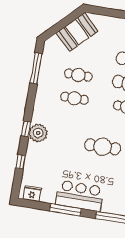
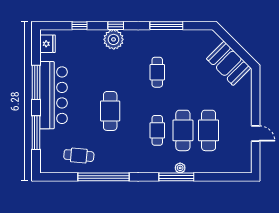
window: (36, 68) -> (166, 26), moved
cafe table: (78, 75) -> (183, 72), removed
bar counter: (80, 196) -> (54, 95), width x1.36

